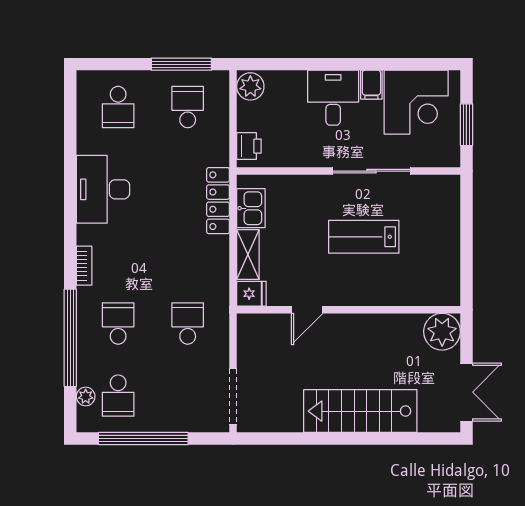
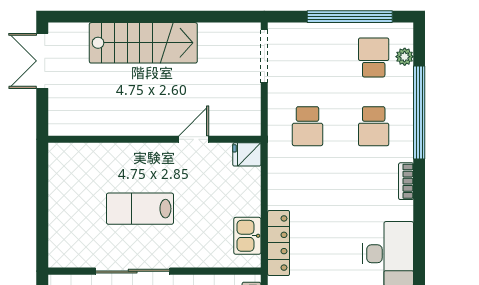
lab bench: (364, 237) -> (140, 209), turned 180
shelving: (248, 255) -> (250, 192), removed
plant: (442, 332) -> (65, 118), removed

